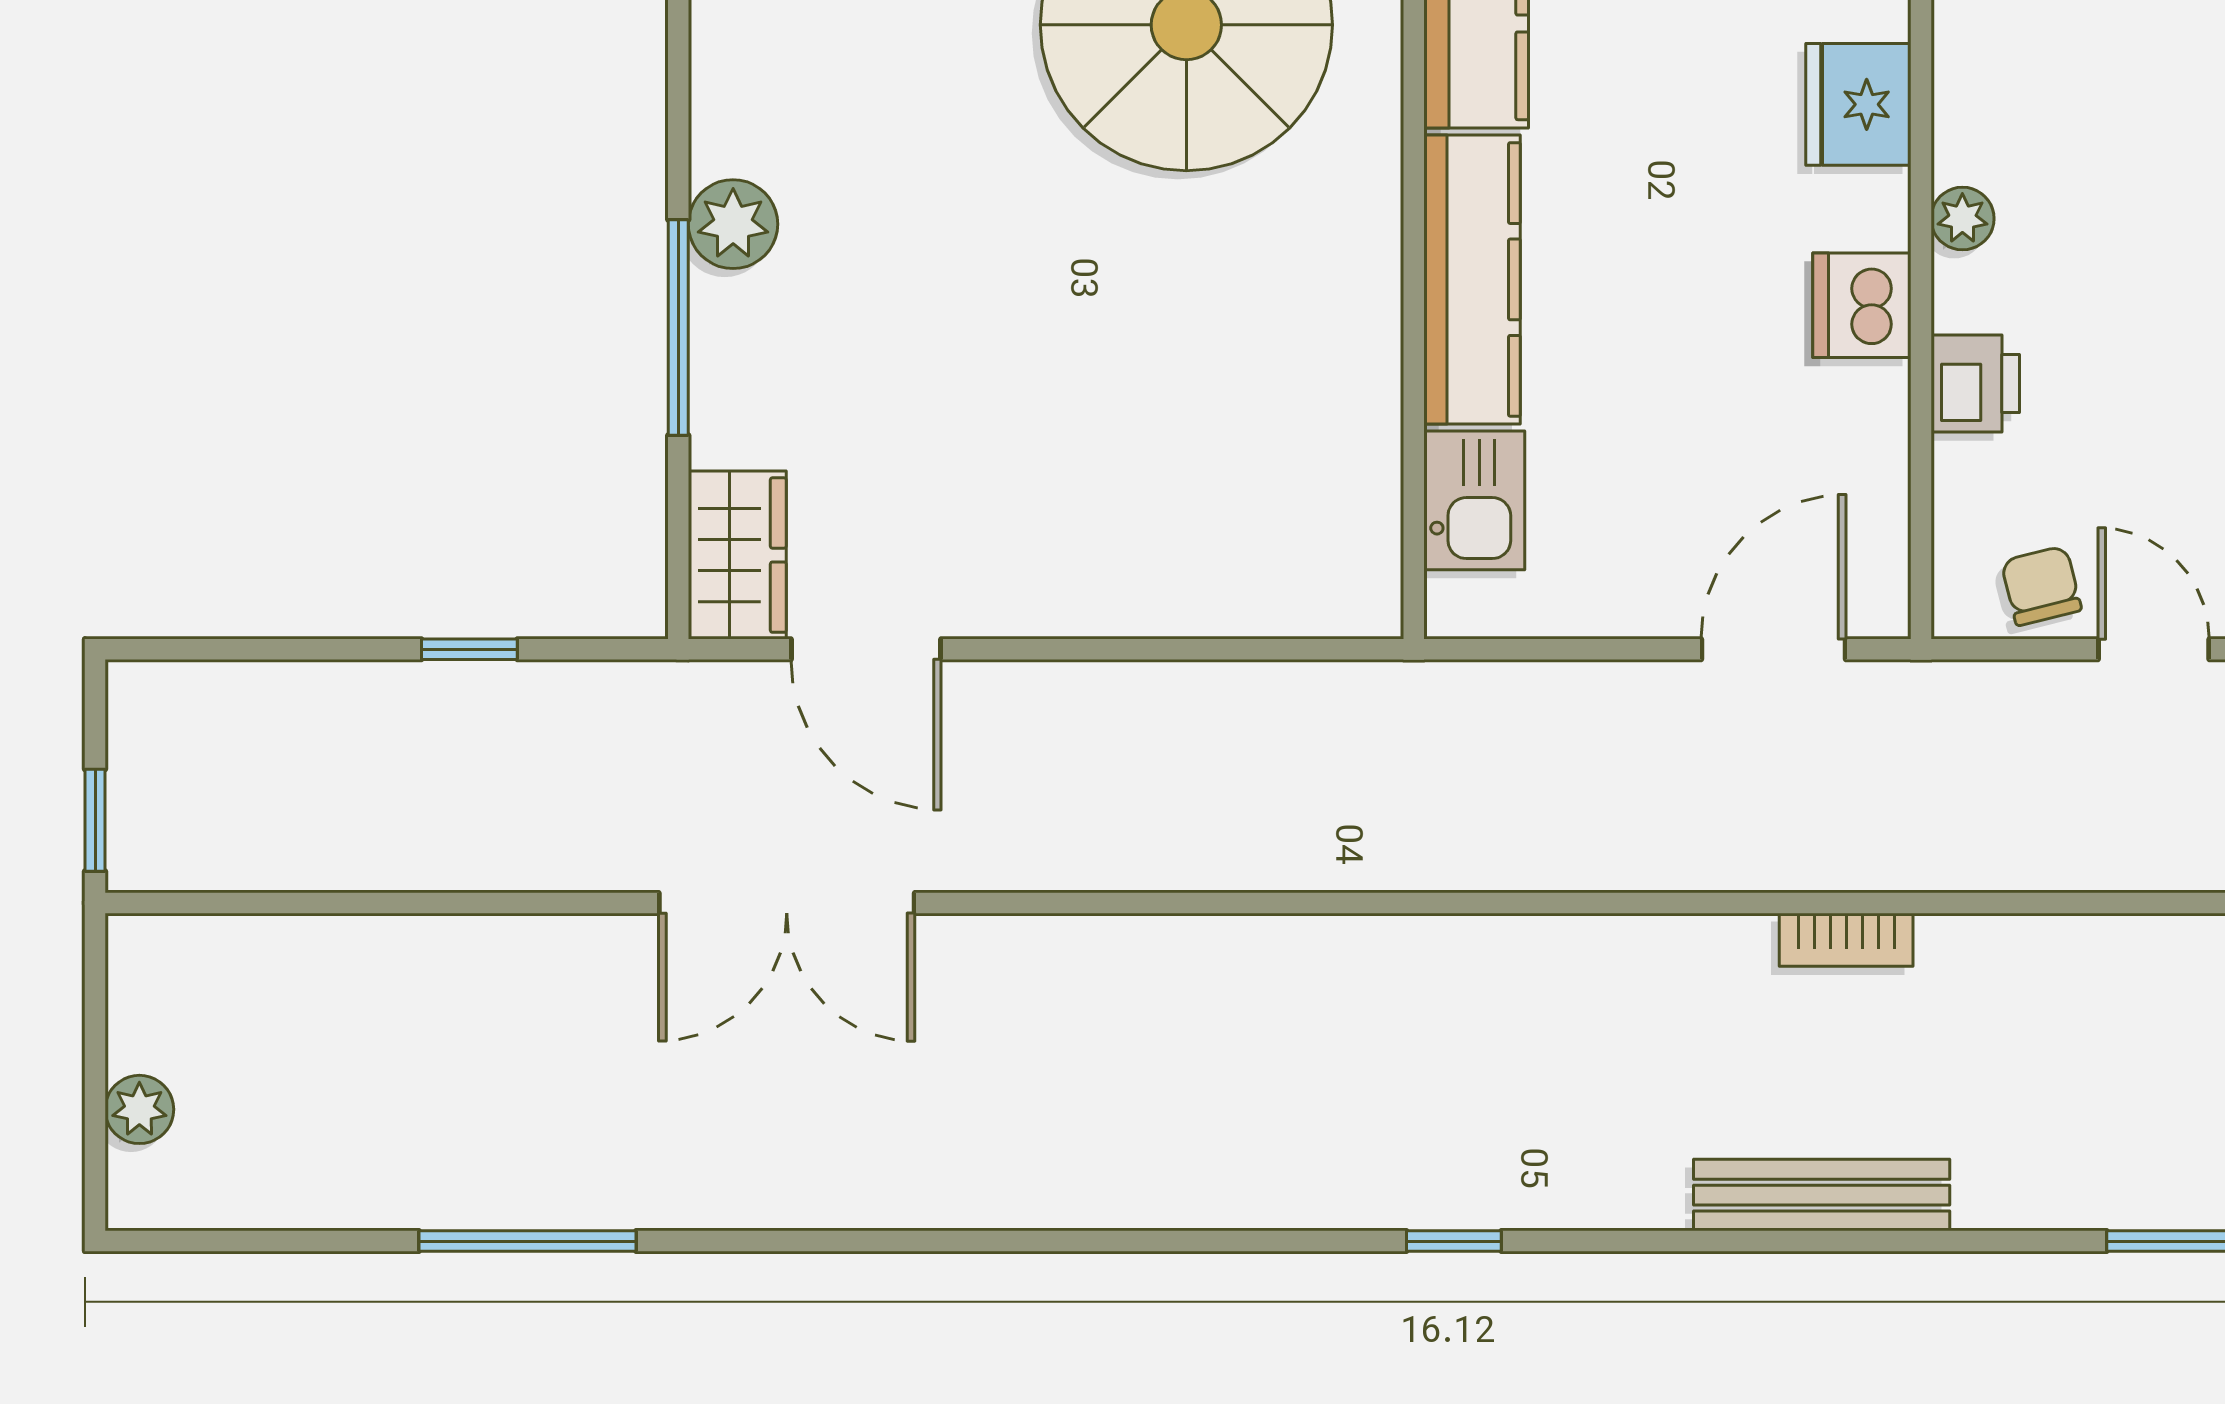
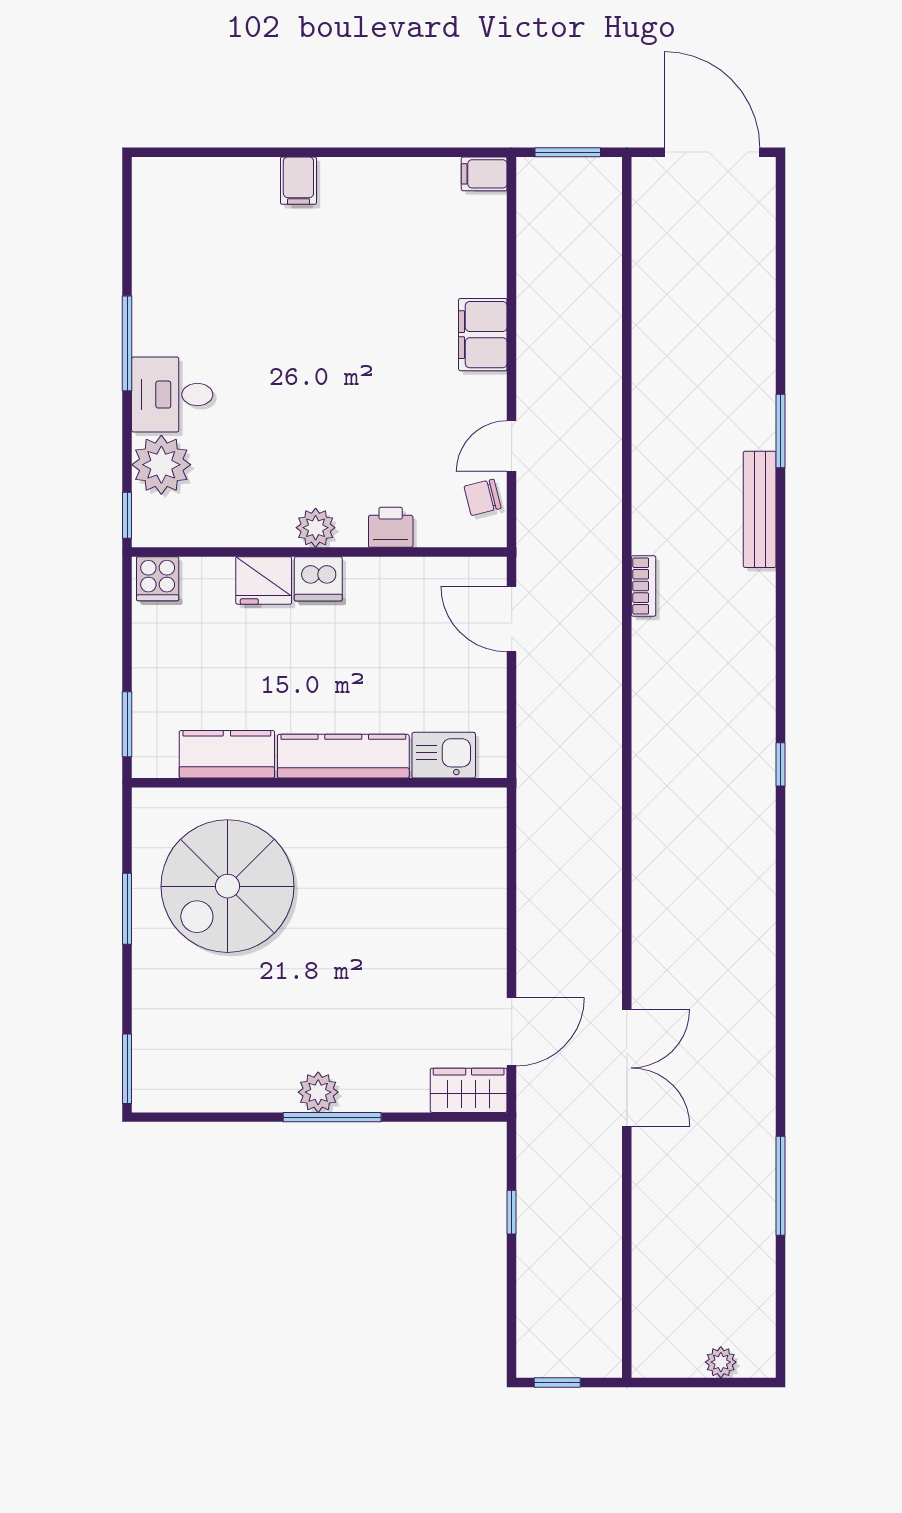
plant: (1962, 219) -> (316, 528), width x1.38, depth x1.38
dishwasher: (1862, 305) -> (318, 579), moved
window: (678, 328) -> (332, 1117), moved
window: (95, 820) -> (557, 1382), moved
bench: (1822, 1195) -> (760, 509), moved

